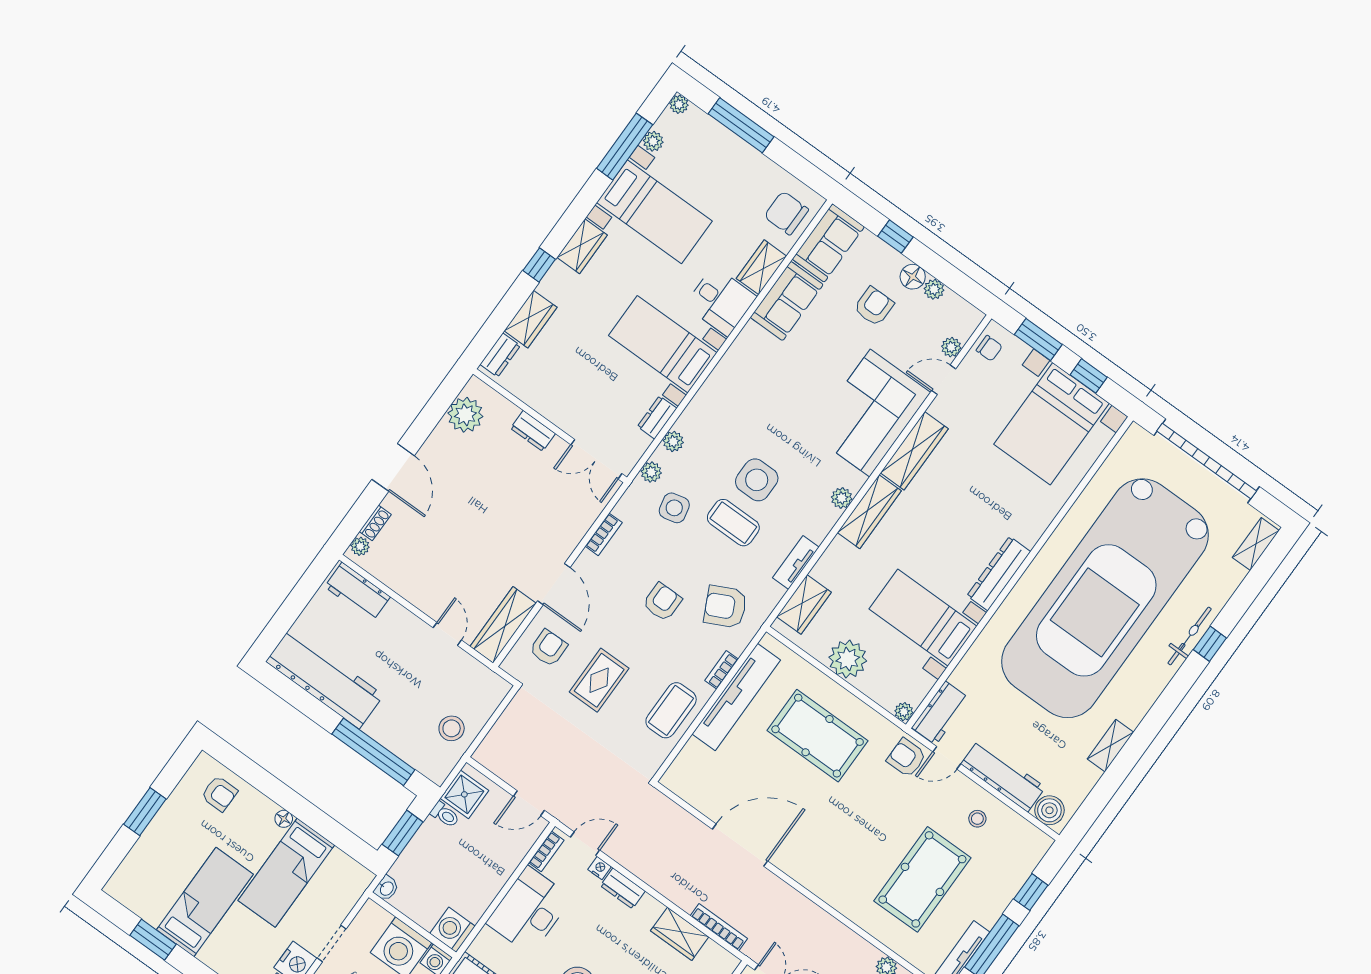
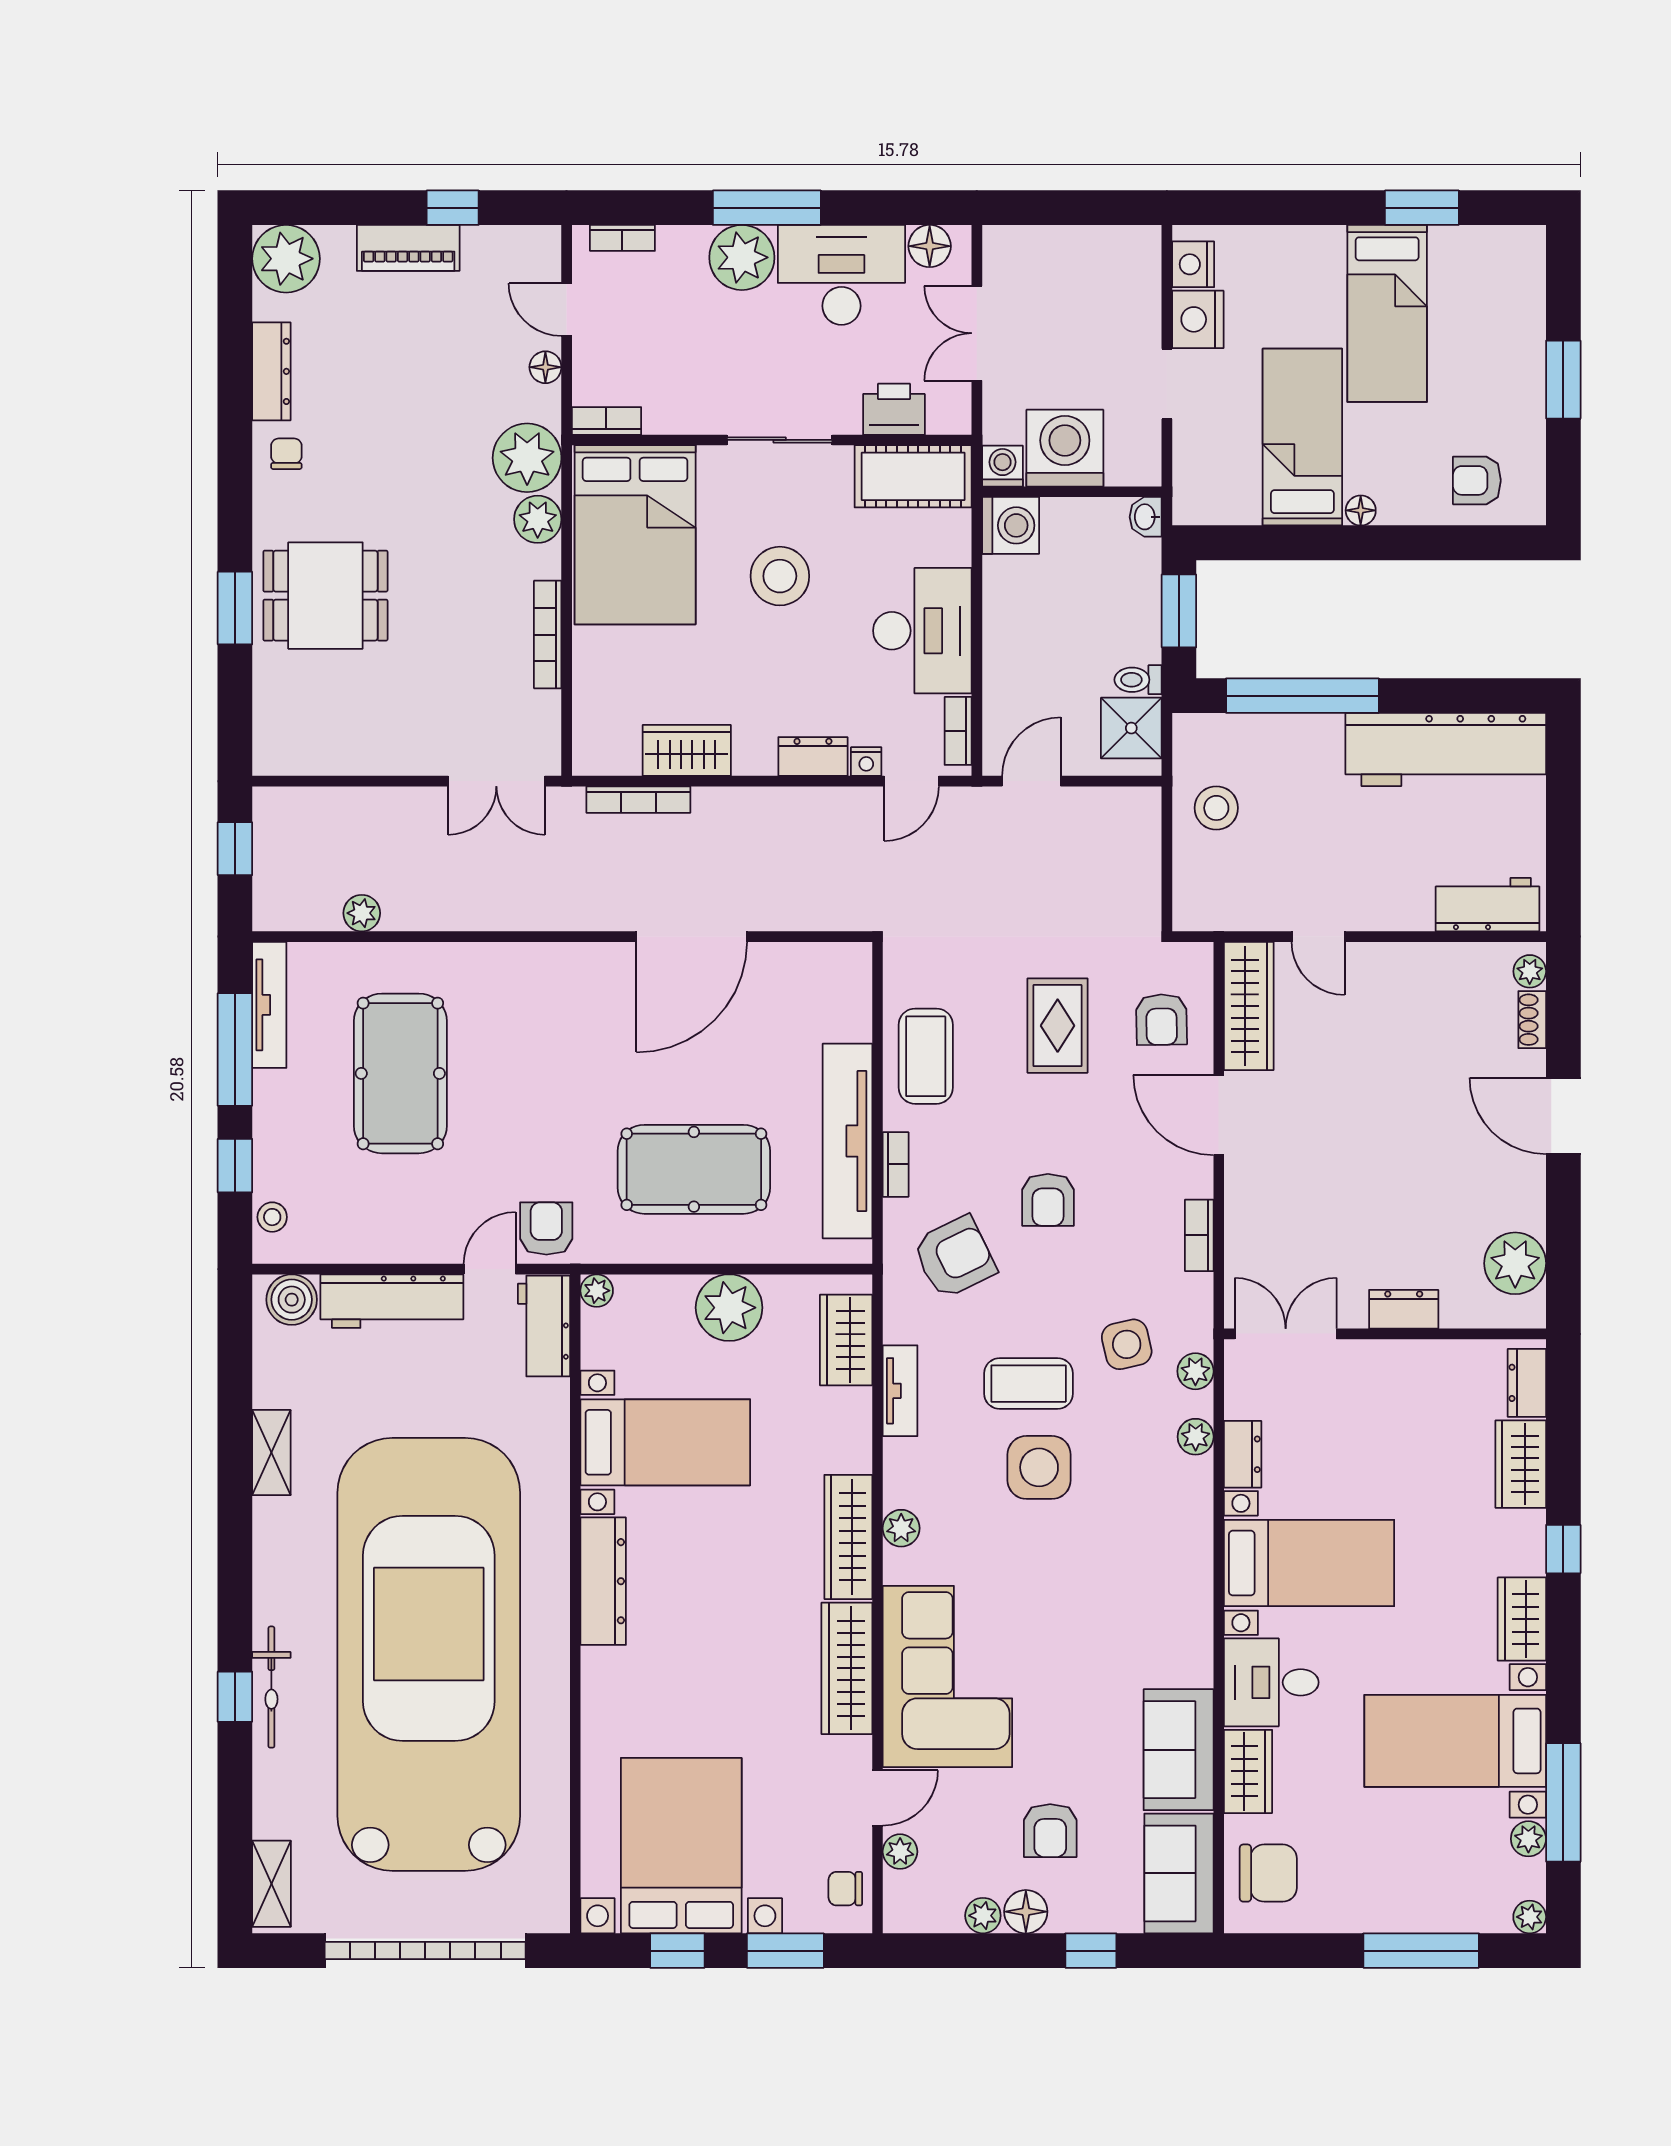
armchair: (906, 758) -> (546, 1228), turned -90
stool: (977, 819) -> (272, 1217), moved

